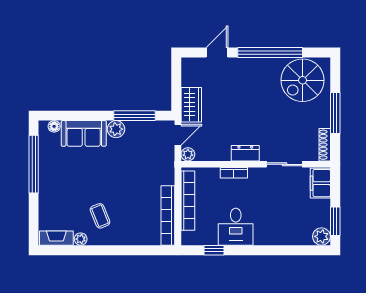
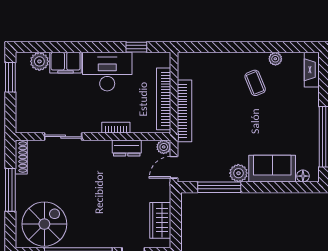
wardrobe: (191, 105) -> (160, 220), moved
dresser: (245, 153) -> (127, 148), moved
filing cabinet: (320, 183) -> (66, 63), moved, turned 90
bookcase: (168, 216) -> (184, 111), moved
desk: (236, 227) -> (107, 72), width x1.37
plant: (321, 236) -> (39, 61), moved
fireplace: (56, 238) -> (312, 70), moved, turned 90

